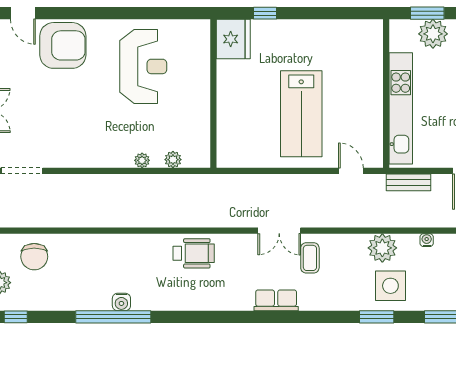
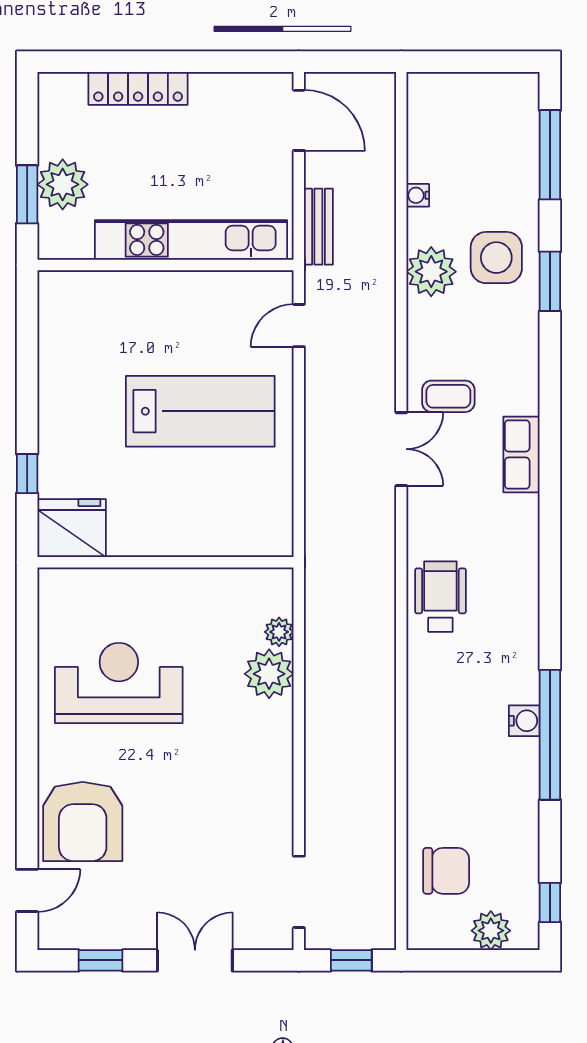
armchair: (63, 45) -> (83, 822), turned 180
plant: (142, 160) -> (269, 674), width x1.88, depth x1.88

